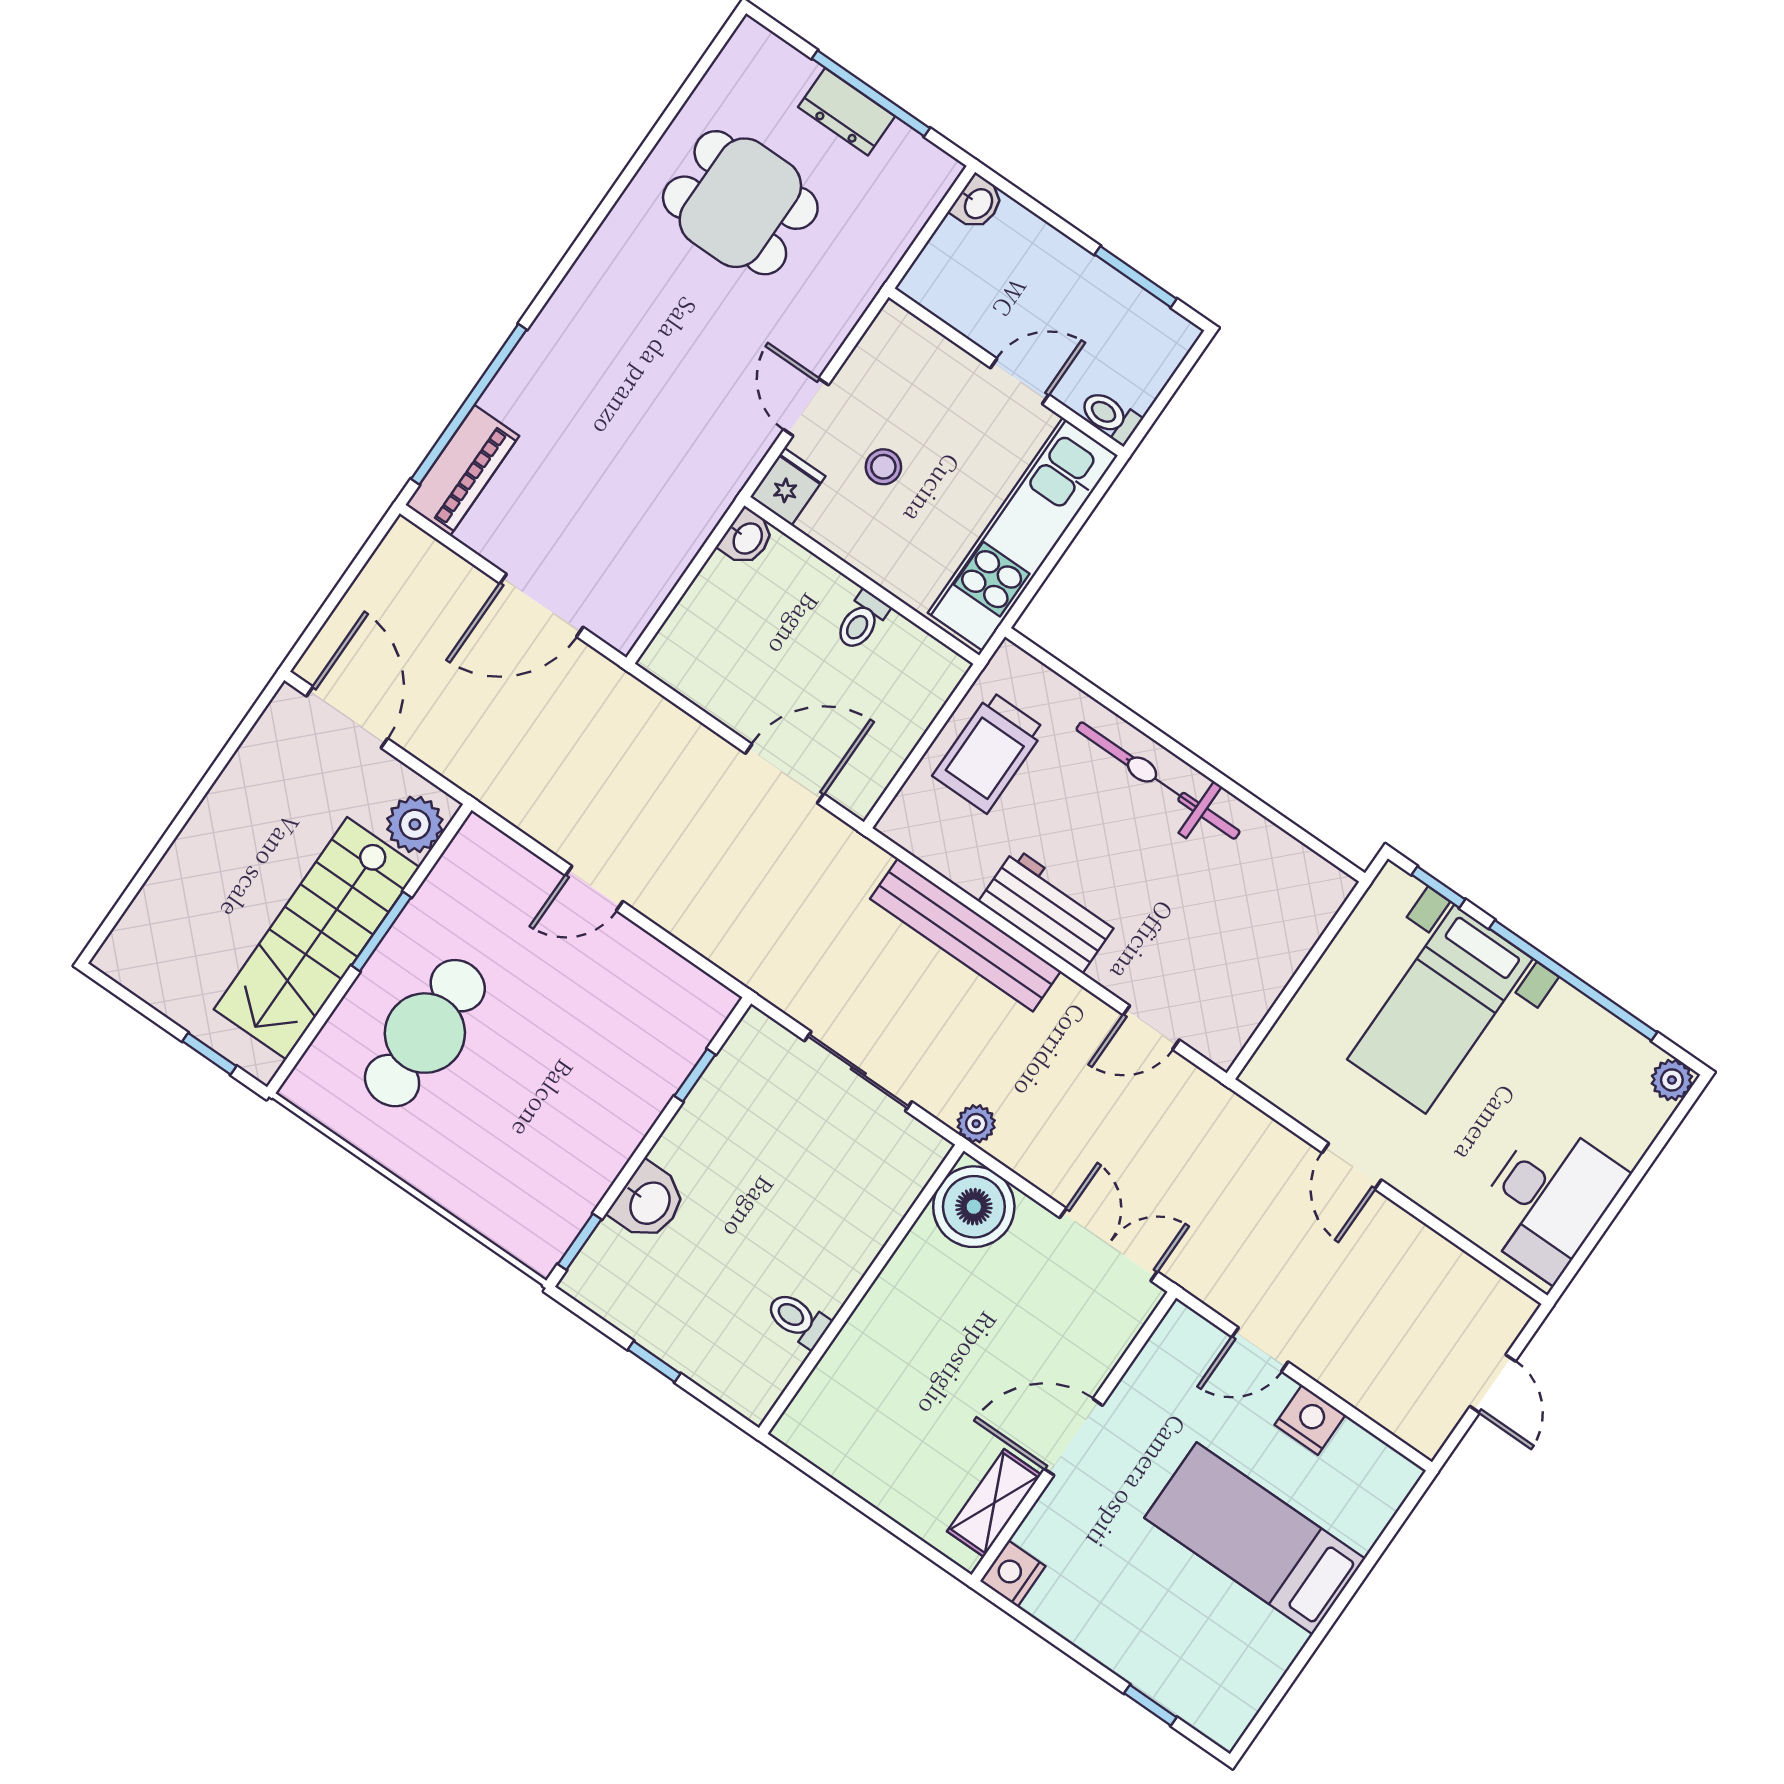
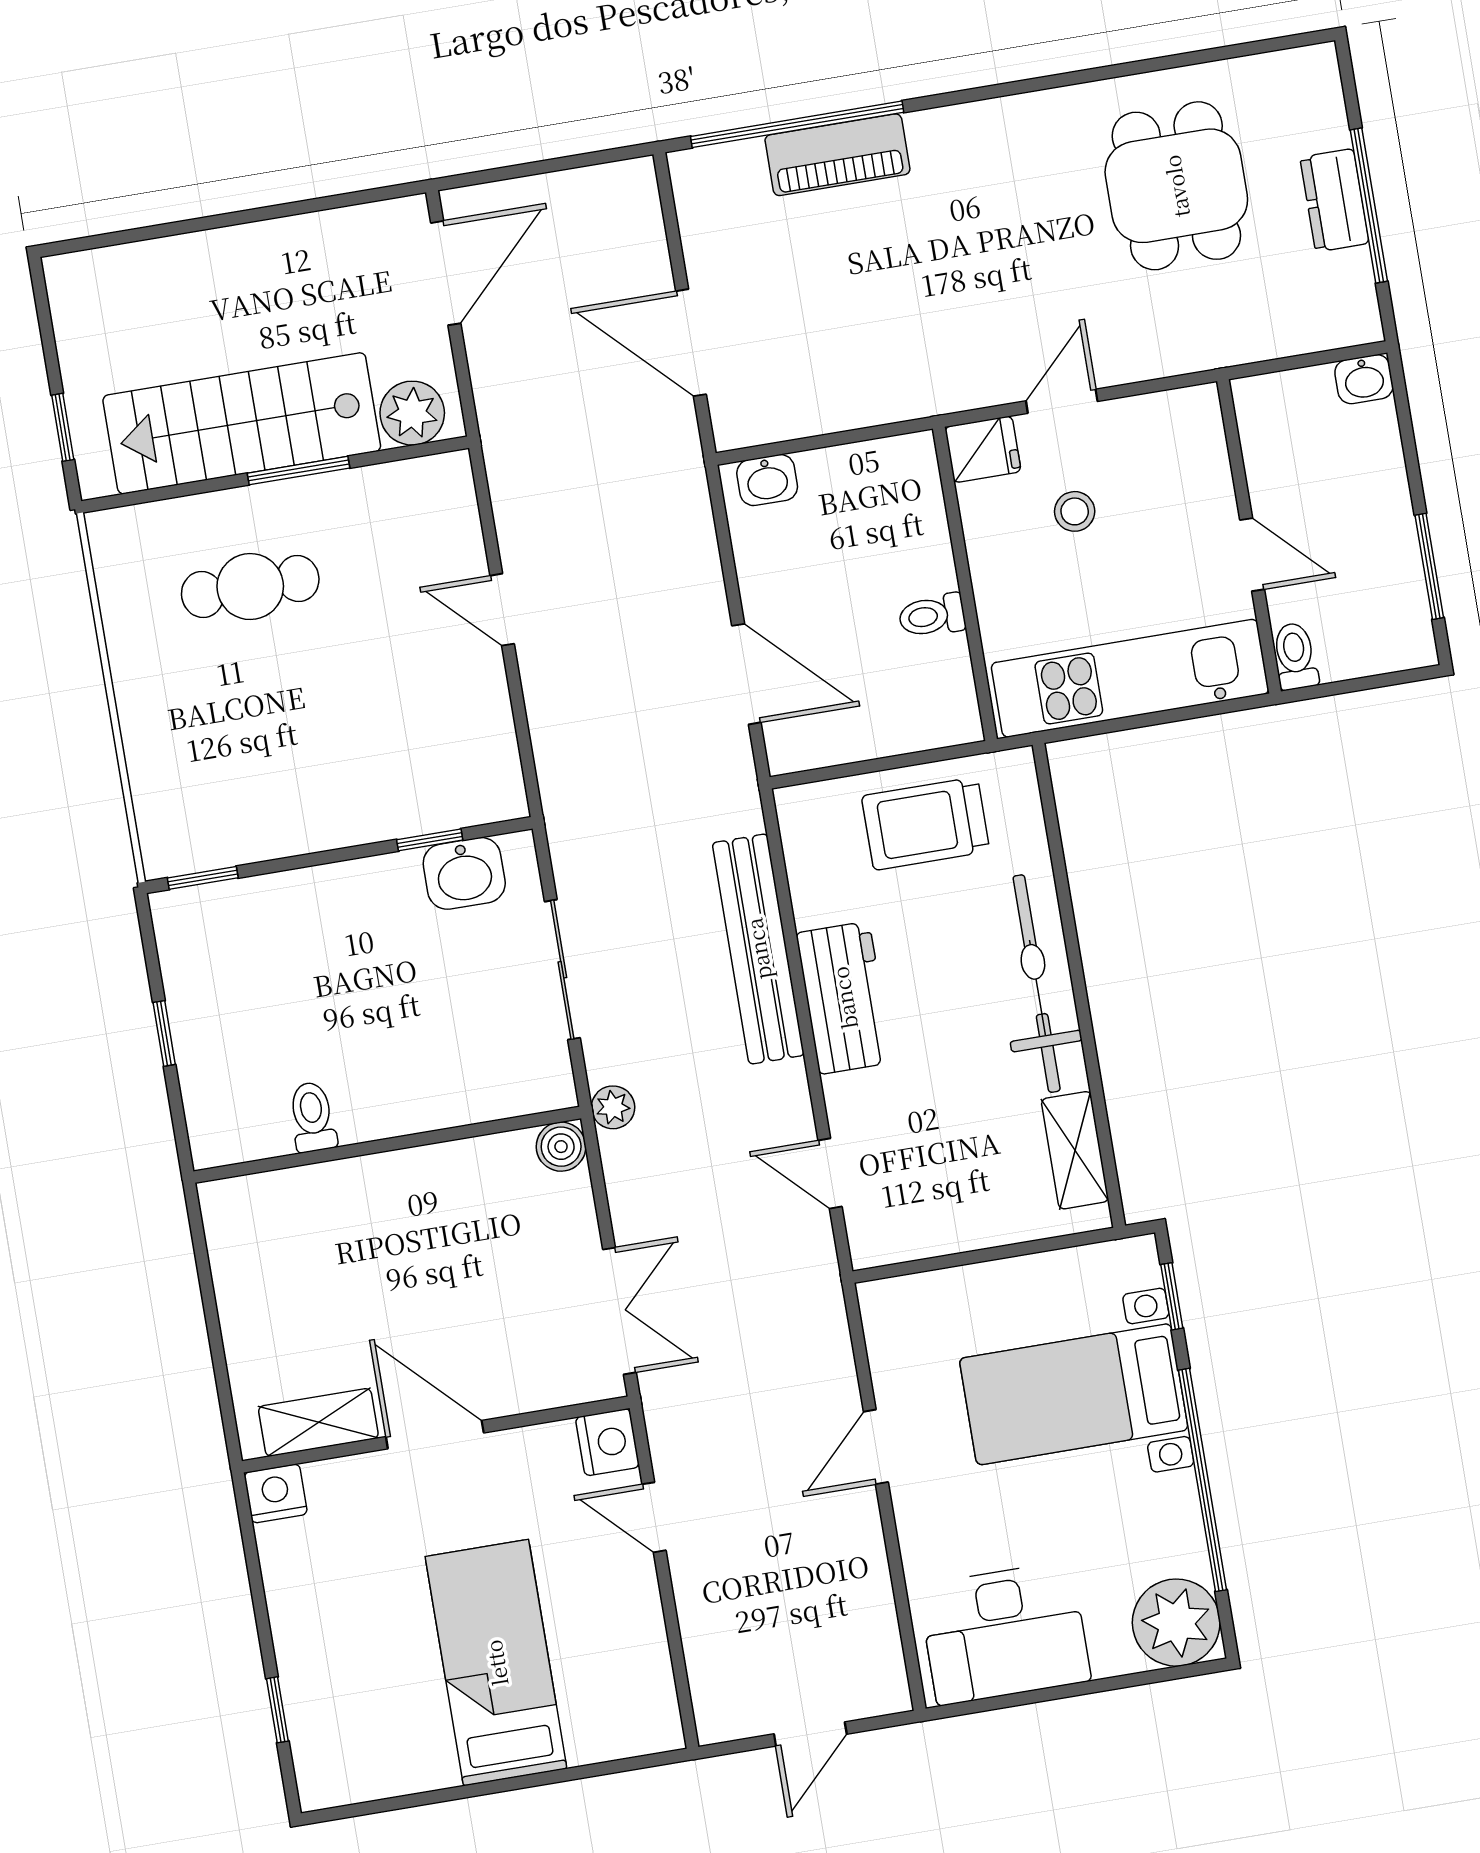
piano: (462, 470) -> (837, 155), moved
washbasin: (747, 538) -> (767, 480), moved
shelving: (1287, 859) -> (1075, 1150), added
cafe table: (425, 1033) -> (250, 587), width x0.73, depth x0.74
plant: (1672, 1080) -> (1176, 1623), width x1.88, depth x1.88
washbasin: (649, 1202) -> (464, 873), moved
boiler: (974, 1207) -> (561, 1147), width x0.54, depth x0.54
nightstand: (1310, 1420) -> (607, 1442), moved

